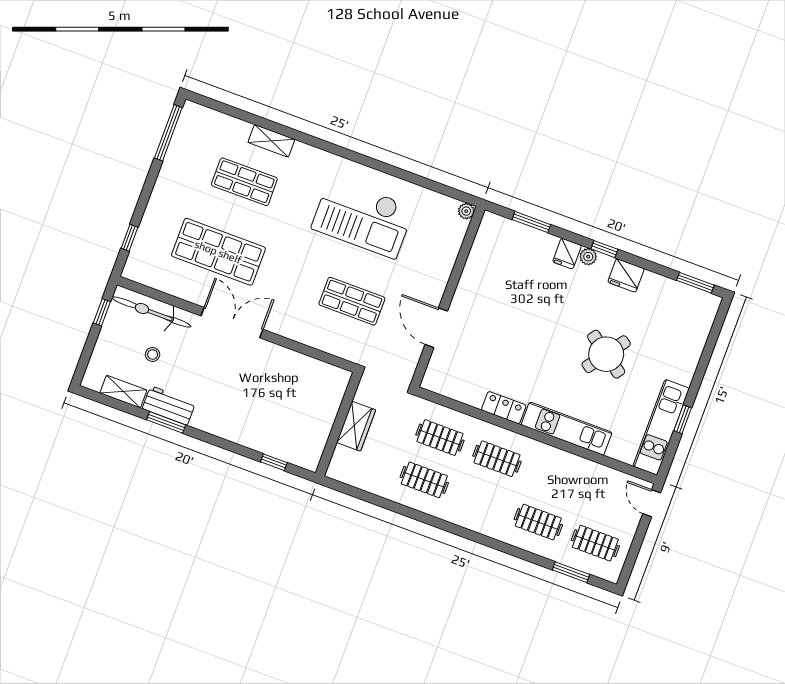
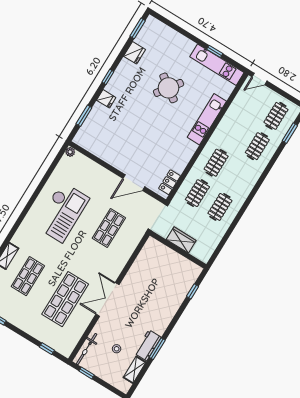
plant: (588, 257) -> (110, 87), removed
fridge: (626, 275) -> (135, 53), moved
bicycle: (151, 312) -> (87, 349), width x0.73, depth x0.71
locker: (504, 408) -> (170, 182), moved

